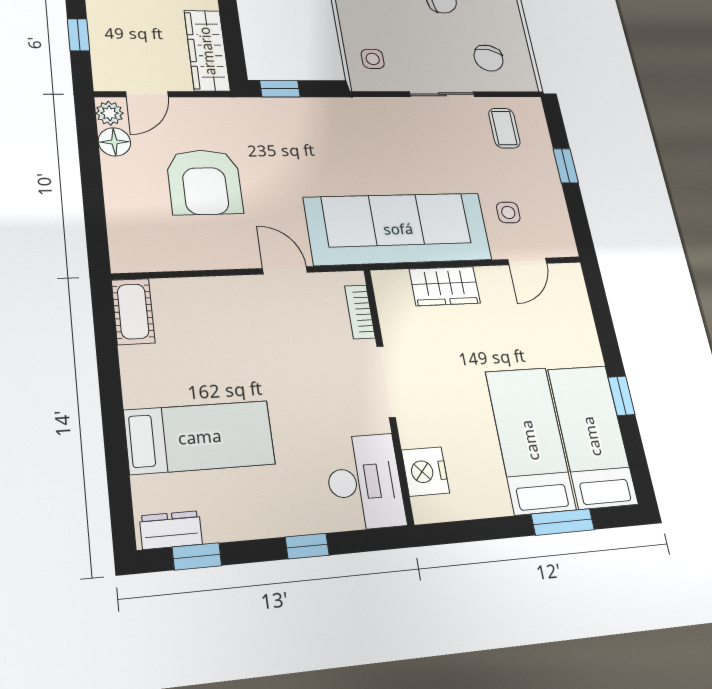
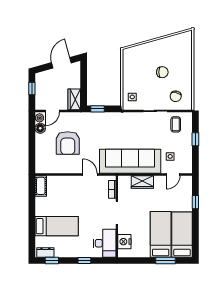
wardrobe: (207, 51) -> (74, 99), width x0.67
window: (621, 396) -> (195, 202), moved

